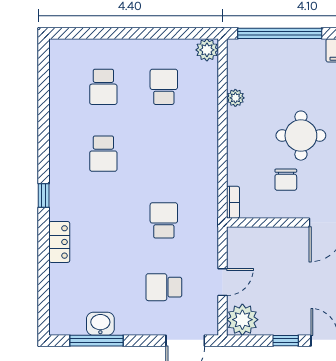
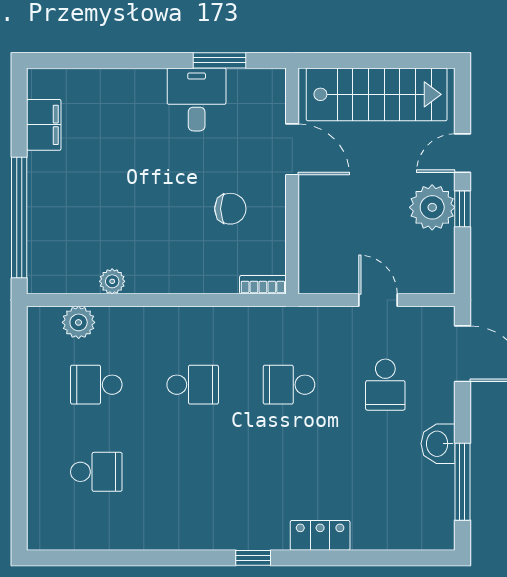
plant: (207, 50) -> (79, 322), moved
round table: (301, 136) -> (167, 187), removed
school desk: (103, 154) -> (193, 385), moved
plant: (242, 320) -> (432, 207), moved
washbasin: (100, 324) -> (438, 444), moved

